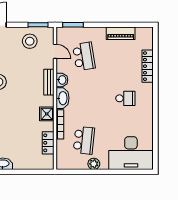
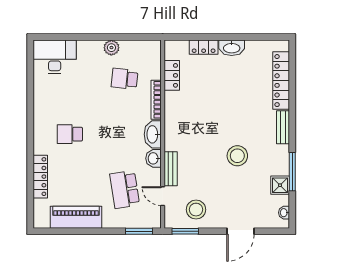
piano: (121, 33) -> (76, 217), width x1.37, depth x1.33
bench: (49, 82) -> (171, 169), moved
shower: (47, 114) -> (174, 114), removed
school desk: (84, 140) -> (125, 79), width x0.54
desk: (131, 153) -> (55, 57), width x0.73, depth x0.77
locker: (24, 164) -> (204, 47), added

